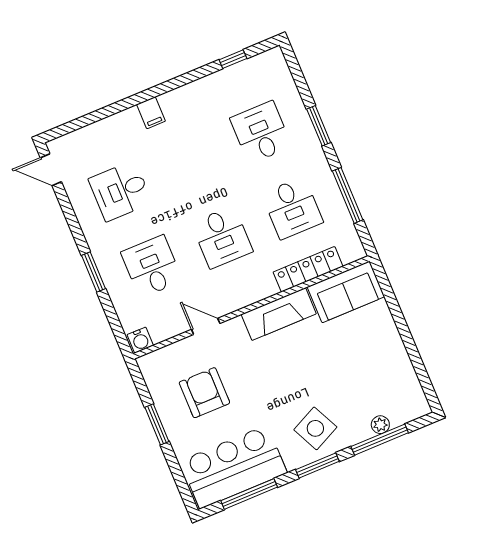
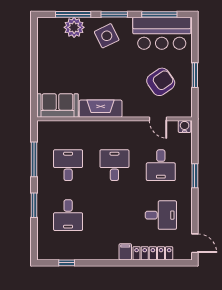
locker: (308, 269) -> (153, 253), moved, turned 180
door: (206, 326) -> (158, 119), moved
armchair: (204, 393) -> (161, 82), turned -125
plant: (380, 425) -> (74, 27), width x1.87, depth x1.87

